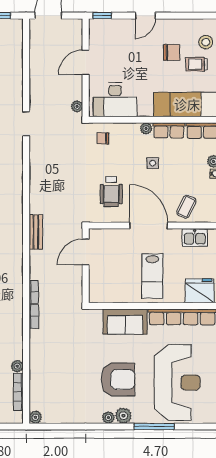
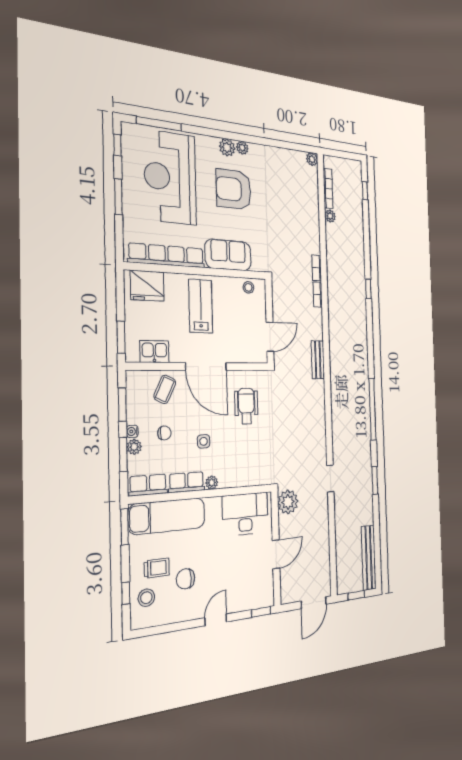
plant: (77, 106) -> (288, 502), width x1.87, depth x1.87
chair: (103, 138) -> (164, 433), moved
stool: (106, 295) -> (248, 287), added
window: (154, 426) -> (159, 124), moved

